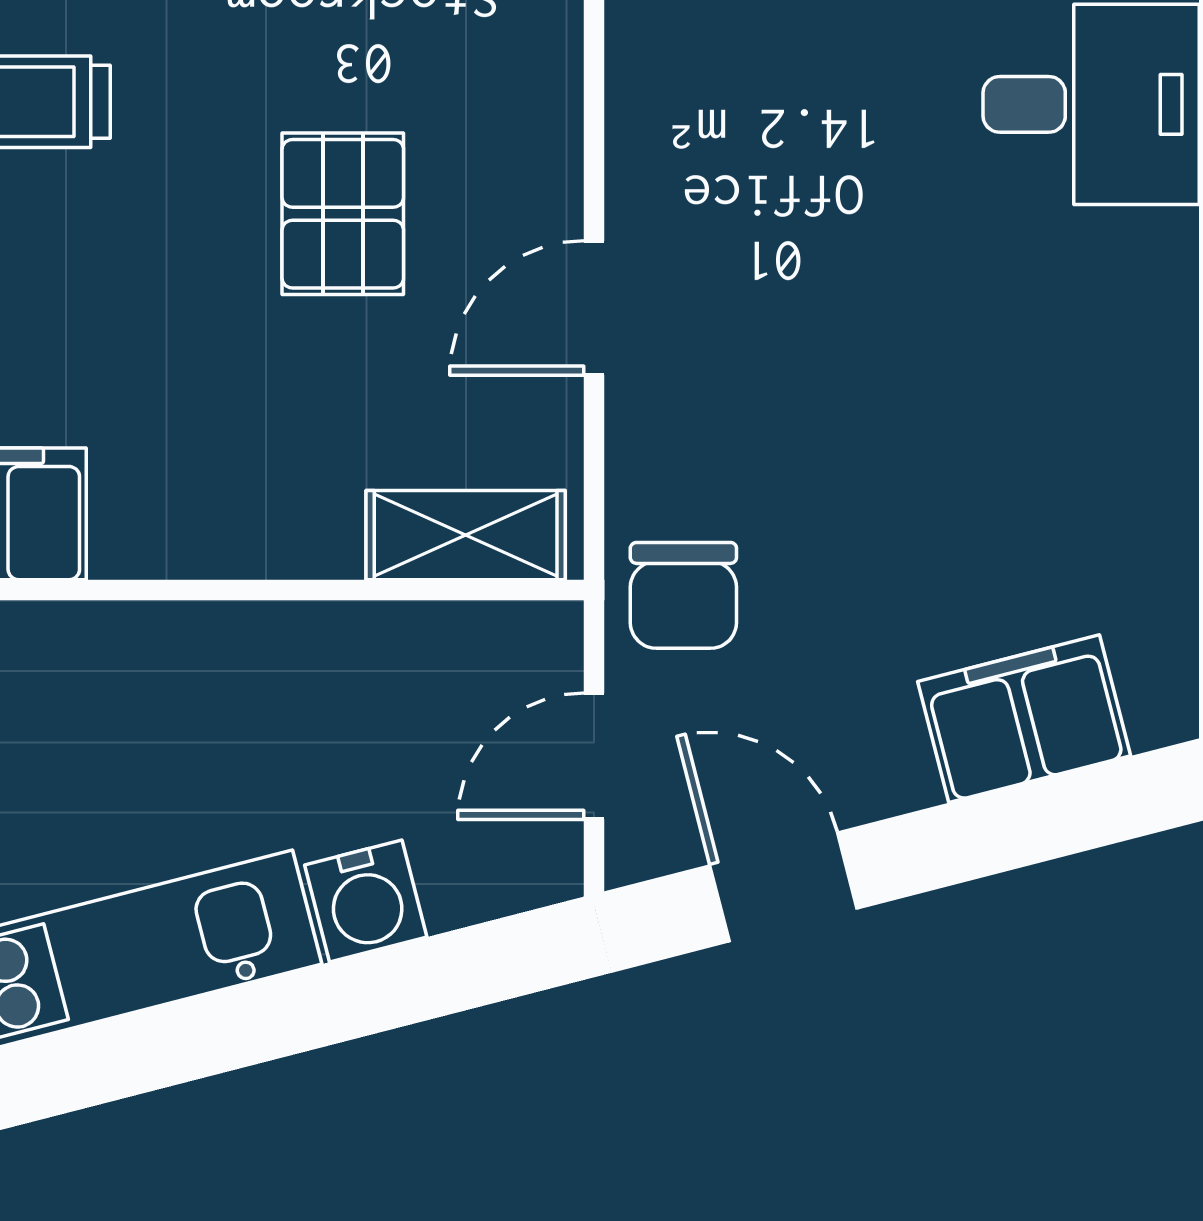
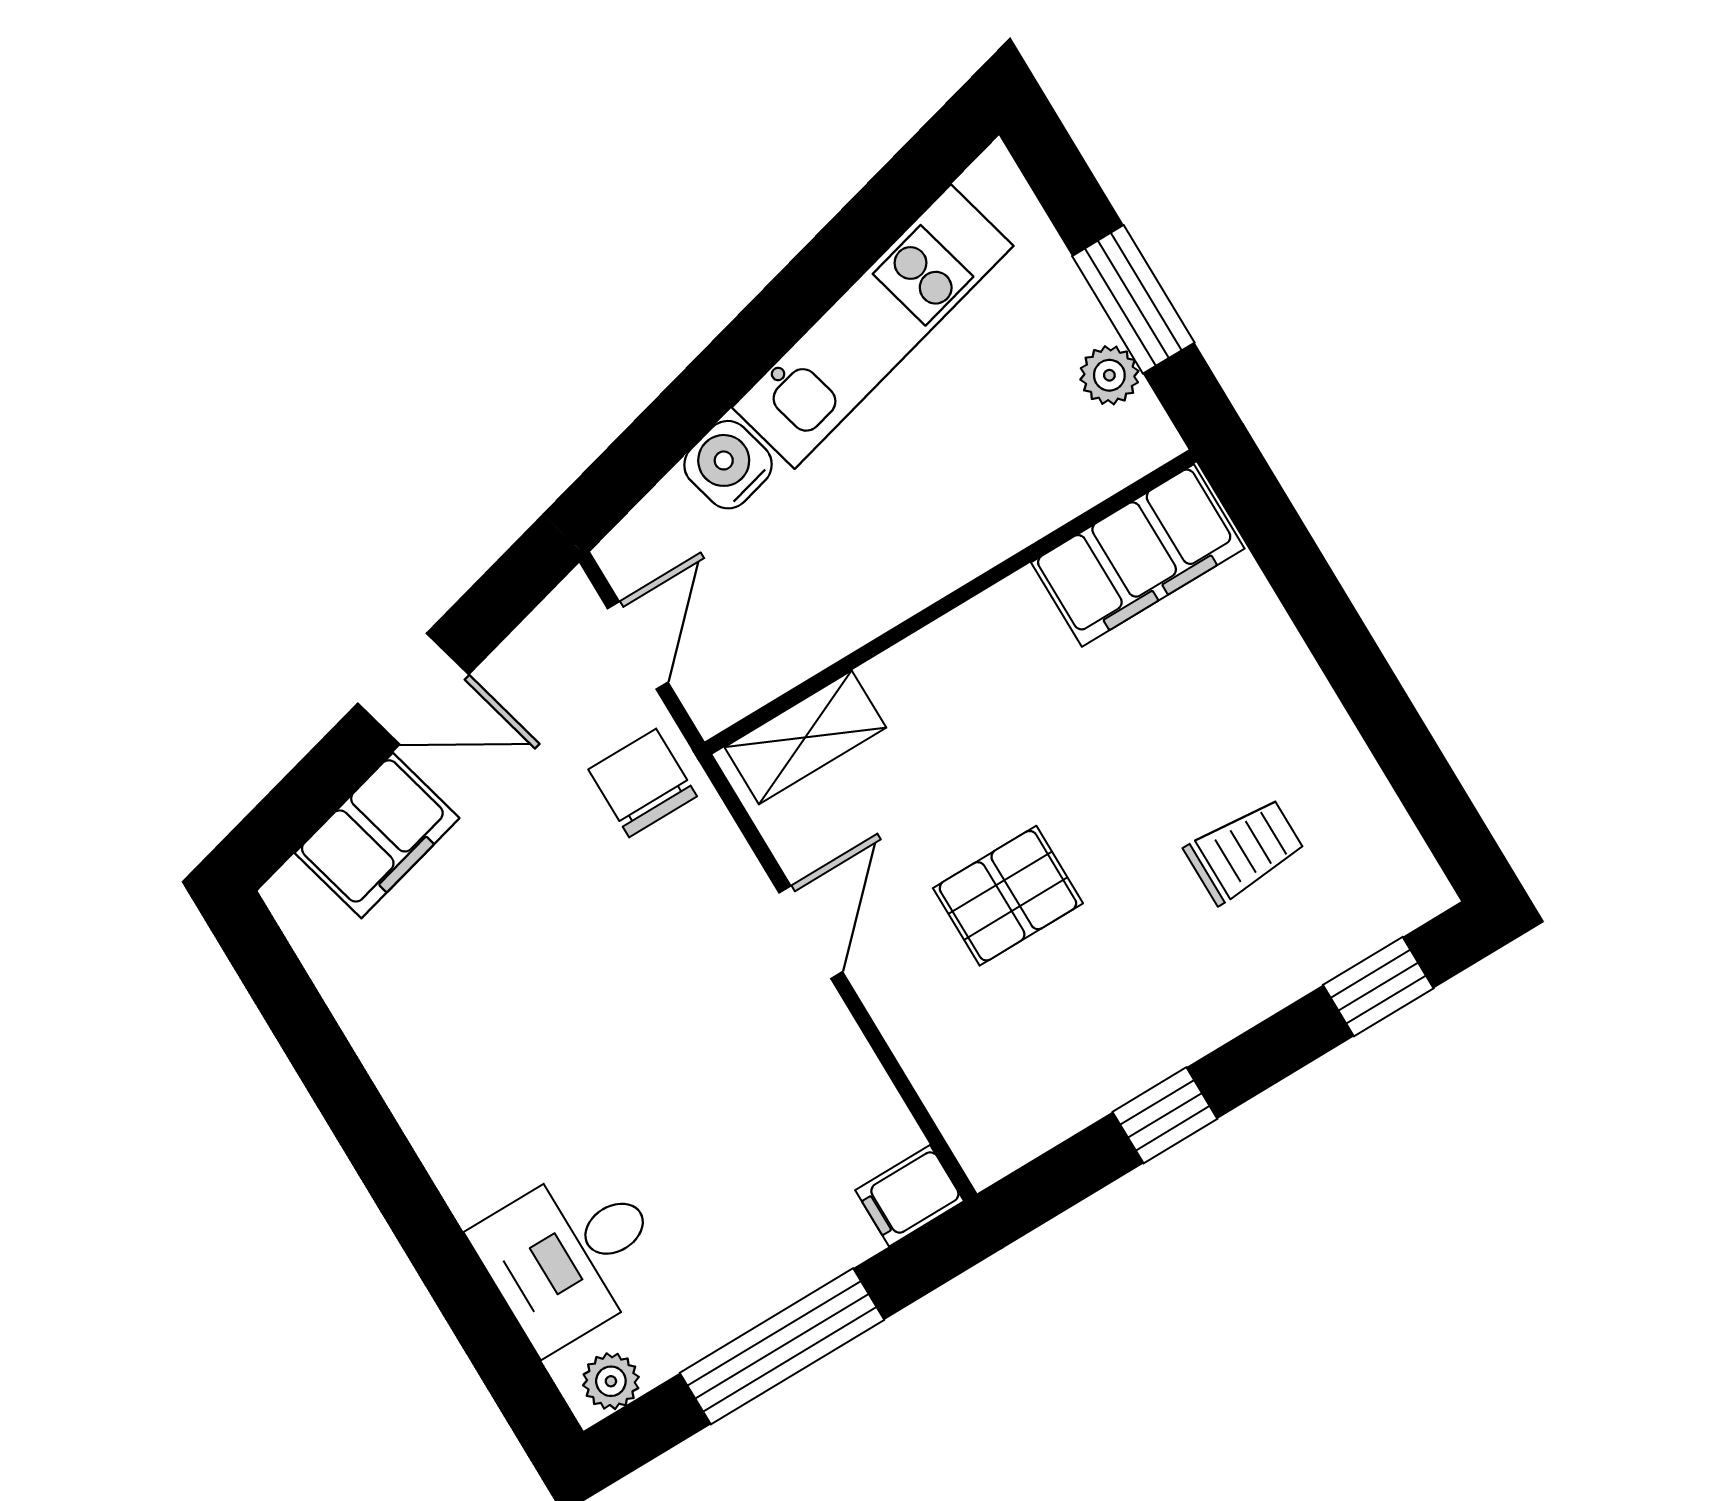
pallet: (343, 214) -> (1008, 896), turned 90
door: (783, 887) -> (413, 689), moved

